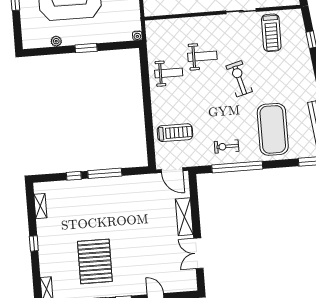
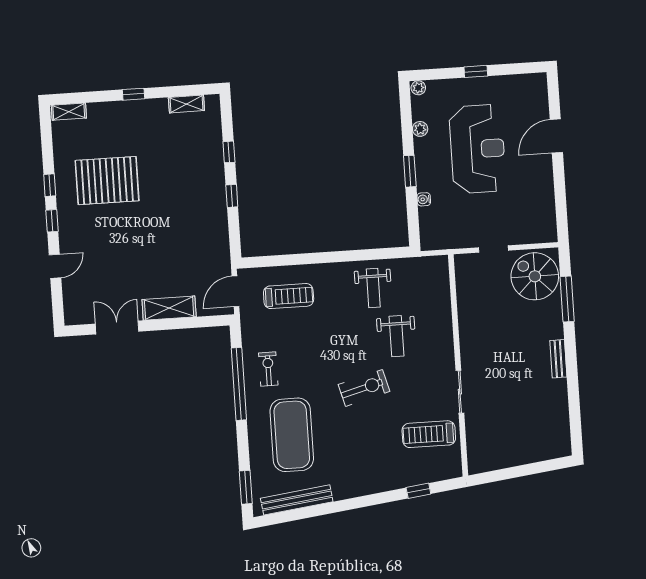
water cooler: (137, 36) -> (424, 199), moved
plant: (27, 43) -> (418, 88), added
exercise mat: (273, 129) -> (292, 435), turned 90
treadmill: (175, 133) -> (289, 296), turned -90
window: (105, 173) -> (232, 196), width x0.46

